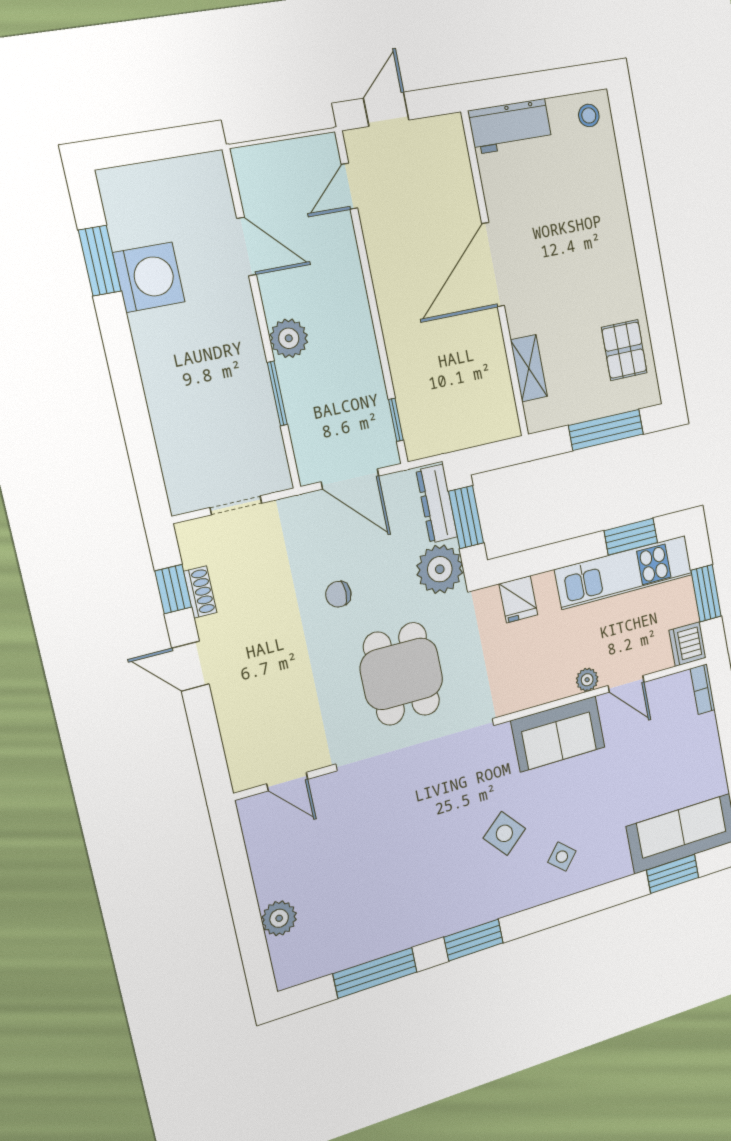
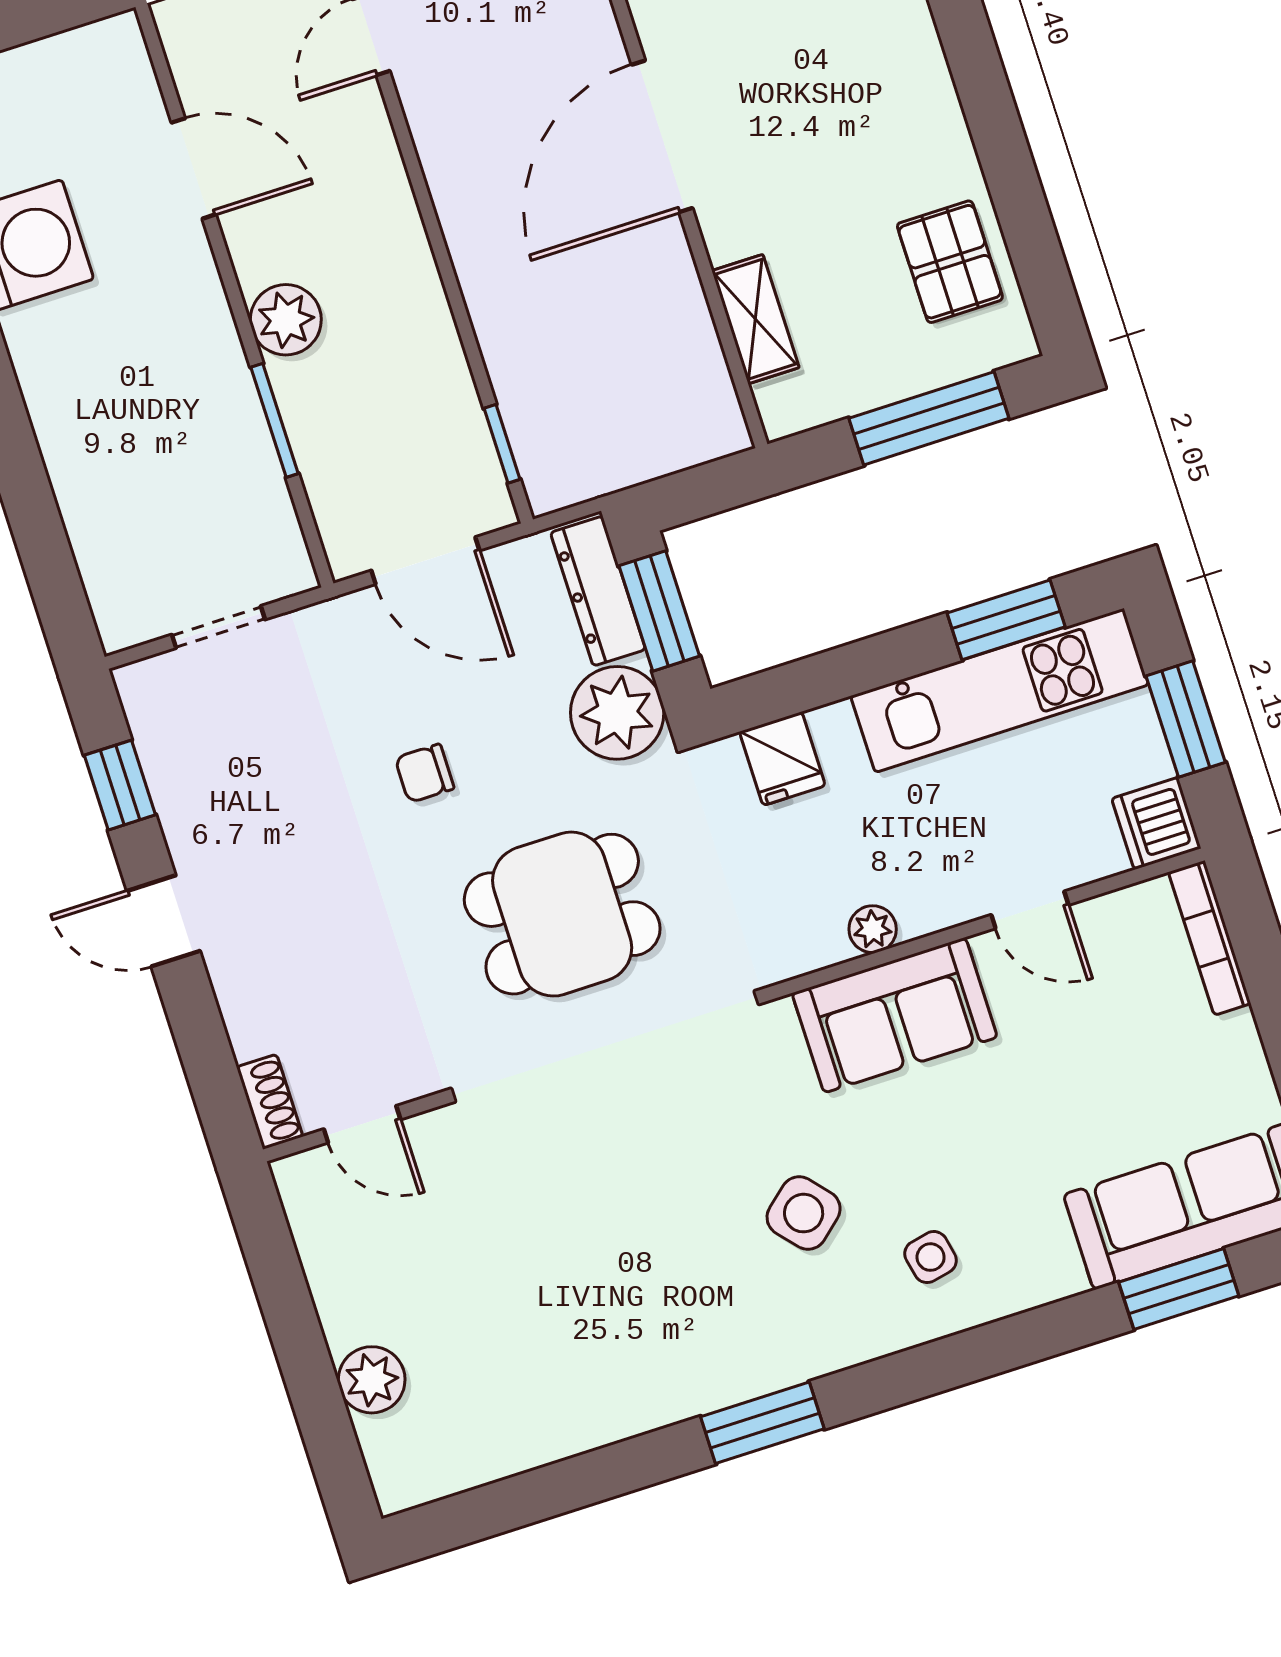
shoe rack: (200, 592) -> (270, 1102), moved
dining table: (402, 674) -> (562, 914), turned 90
plant: (587, 680) -> (873, 929), moved
bookcase: (703, 689) -> (1210, 938), width x1.56
side table: (562, 857) -> (931, 1257), turned 37
window: (375, 973) -> (569, 1485), removed

